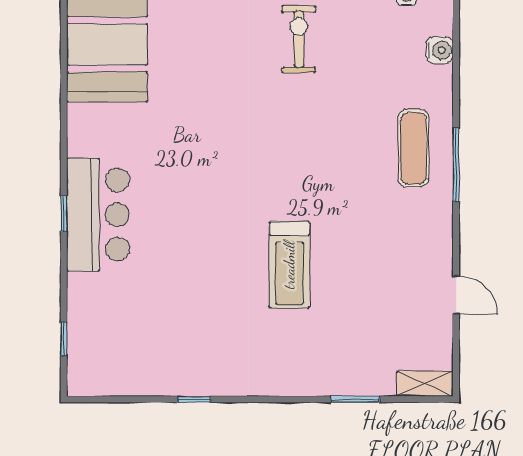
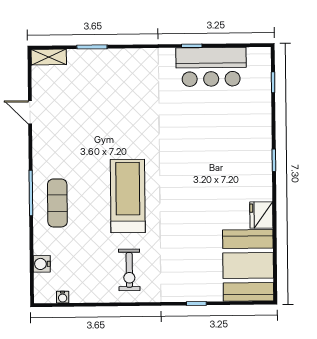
fridge: (85, 125) -> (261, 215), added
bar counter: (98, 215) -> (211, 67), moved, turned -90
treadmill: (289, 265) -> (128, 196), moved, width x1.37, depth x1.37

